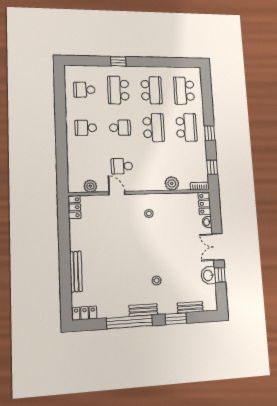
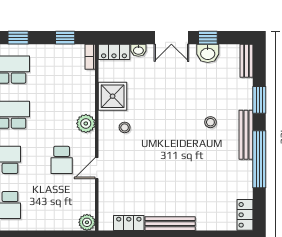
plant: (172, 183) -> (86, 123), moved
plant: (90, 186) -> (87, 222), moved
shower: (172, 204) -> (113, 96), added
locker: (74, 207) -> (129, 223), moved
bench: (76, 271) -> (170, 224), moved
bench: (190, 307) -> (247, 61), moved
bench: (143, 310) -> (246, 135), width x1.36

